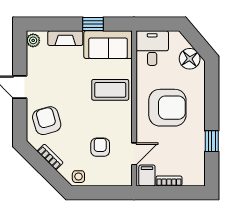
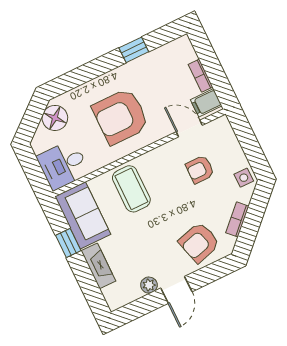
plant: (33, 40) -> (149, 285), moved
armchair: (167, 108) -> (121, 116), turned -90

